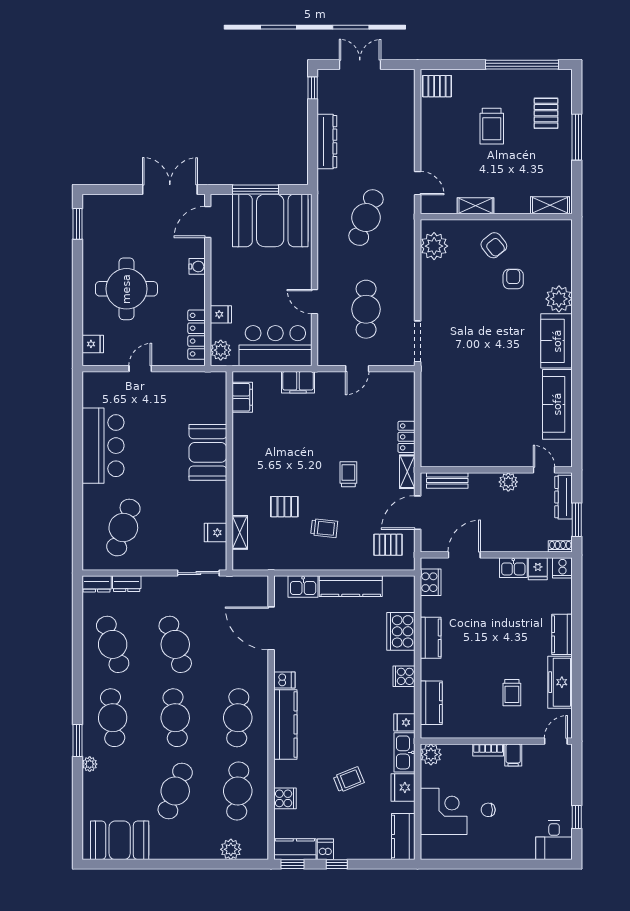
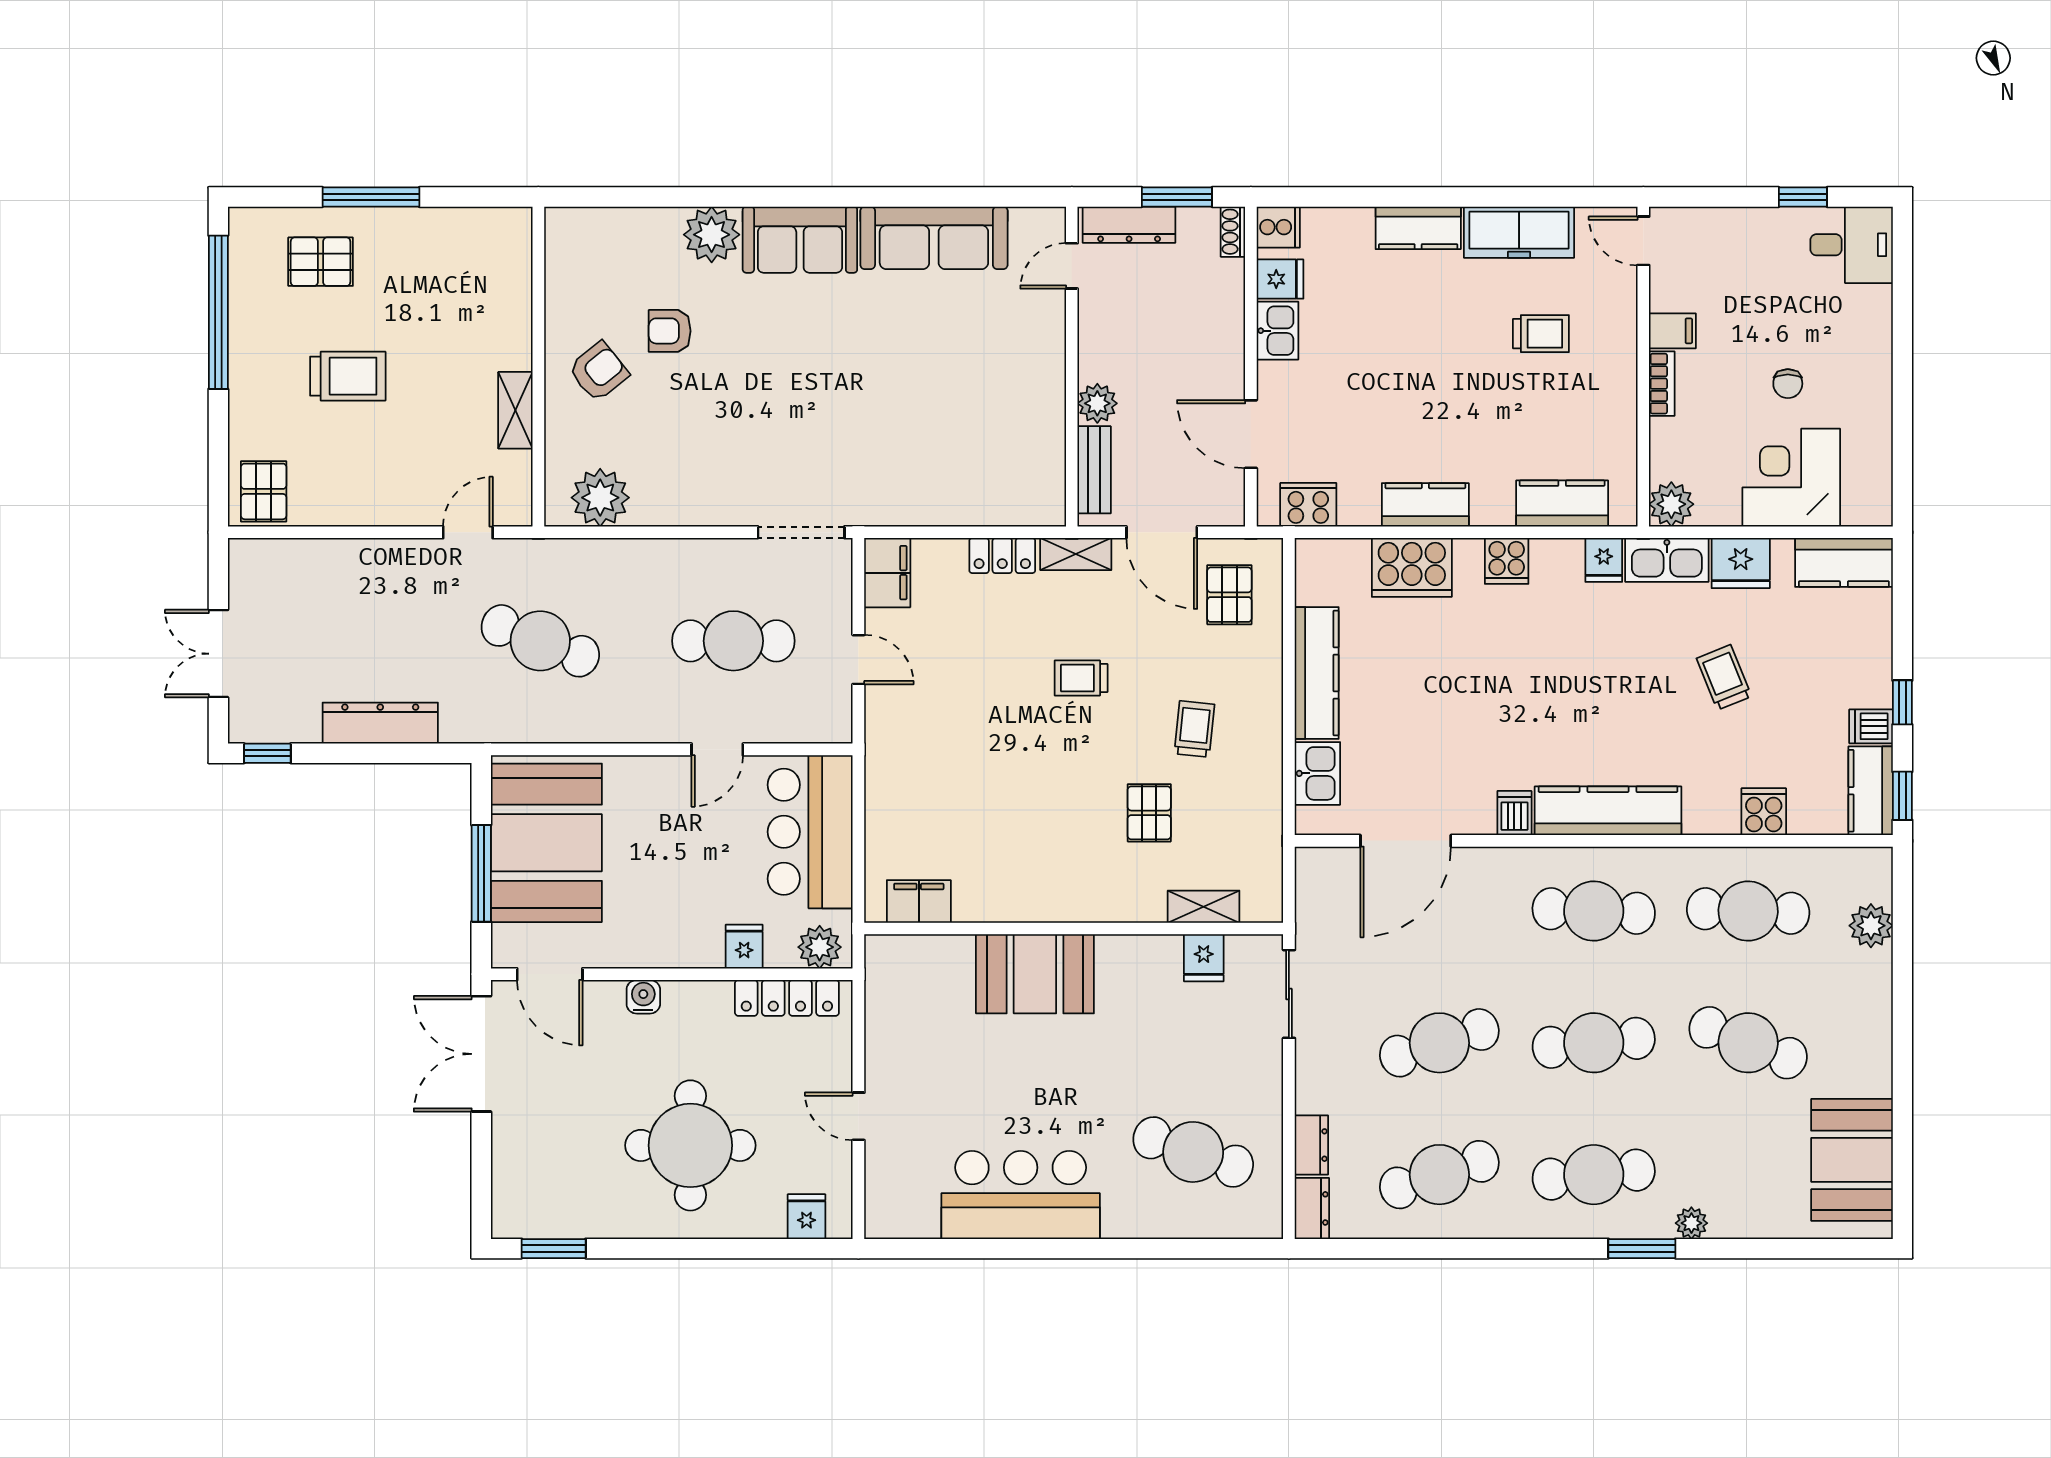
shelving: (550, 205) -> (514, 253), removed
filing cabinet: (298, 382) -> (887, 573), moved
plant: (508, 482) -> (1097, 403), moved

